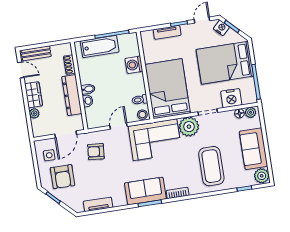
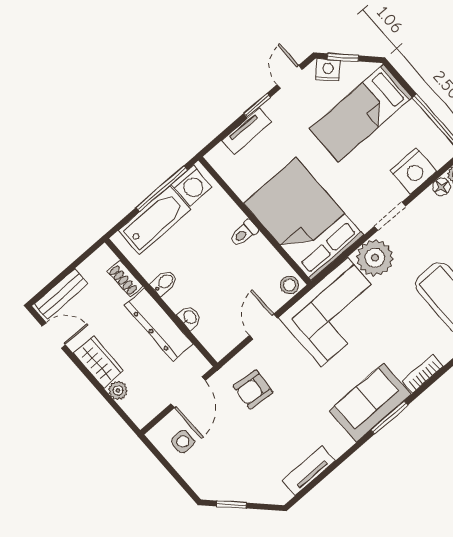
bed: (225, 63) -> (361, 113), width x0.67
washing machine: (134, 65) -> (192, 186), moved, turned -90
bidet: (88, 89) -> (164, 283), moved
toilet: (140, 100) -> (244, 233), moved
armchair: (63, 177) -> (225, 462), removed

